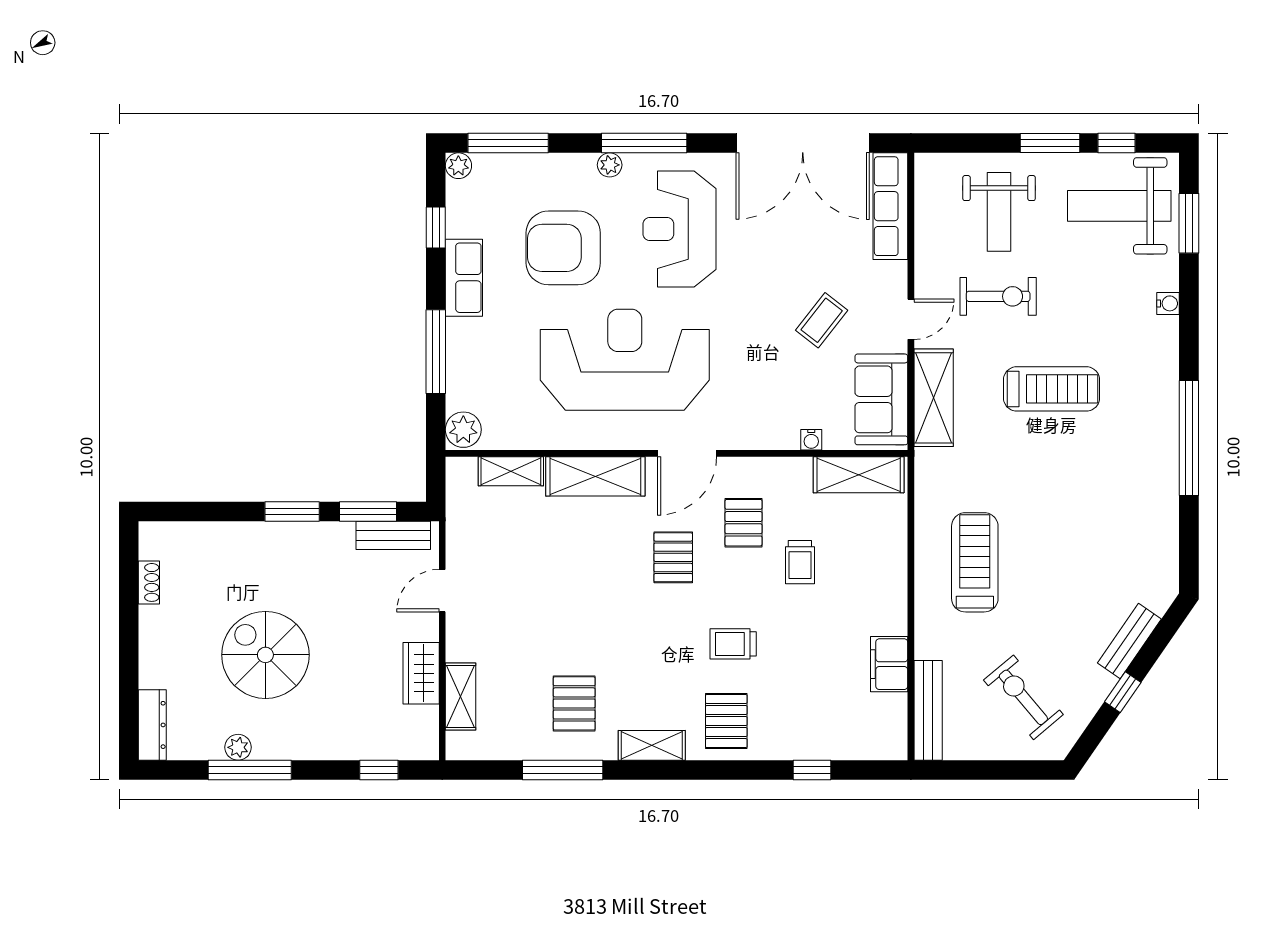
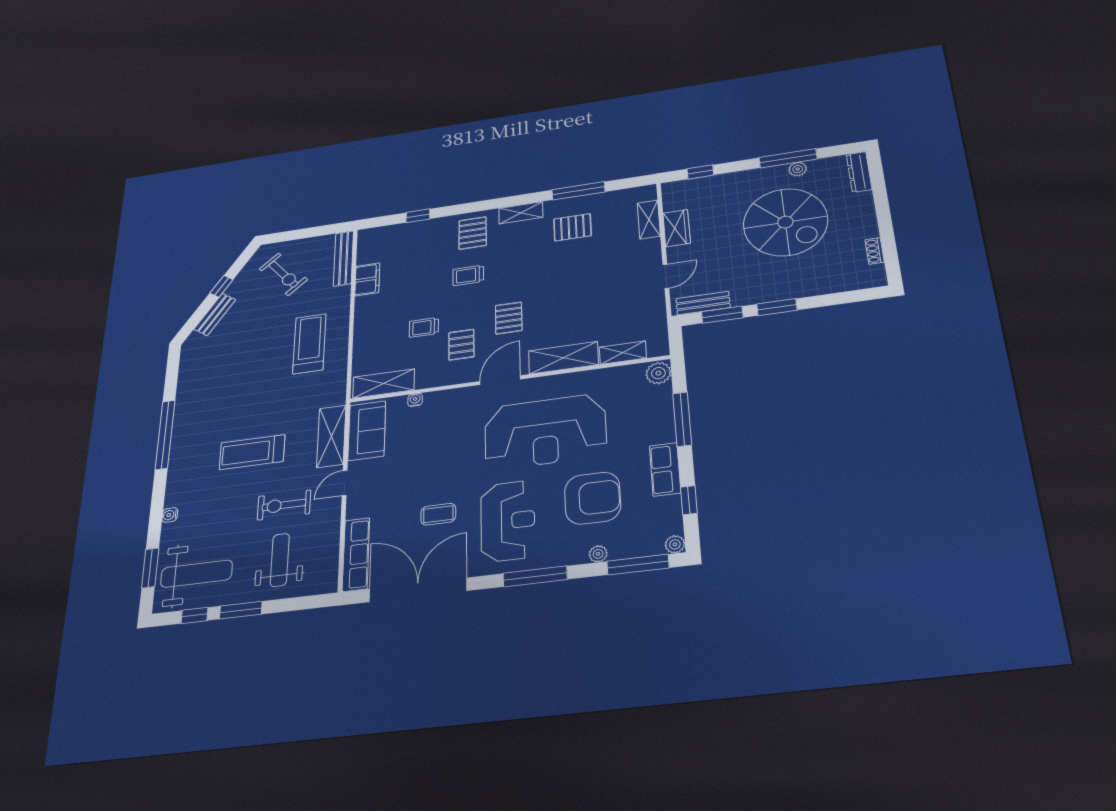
plant: (610, 165) -> (598, 554), moved
coffee table: (822, 320) -> (438, 514), moved, turned 52
trolley: (800, 562) -> (424, 327), turned -90
treadmill: (975, 562) -> (309, 344), turned 180
trolley: (733, 644) -> (468, 275), turned 180
spiral stairs: (265, 655) -> (785, 222), width x1.37, depth x1.37
pallet: (574, 703) -> (572, 227), turned 90

